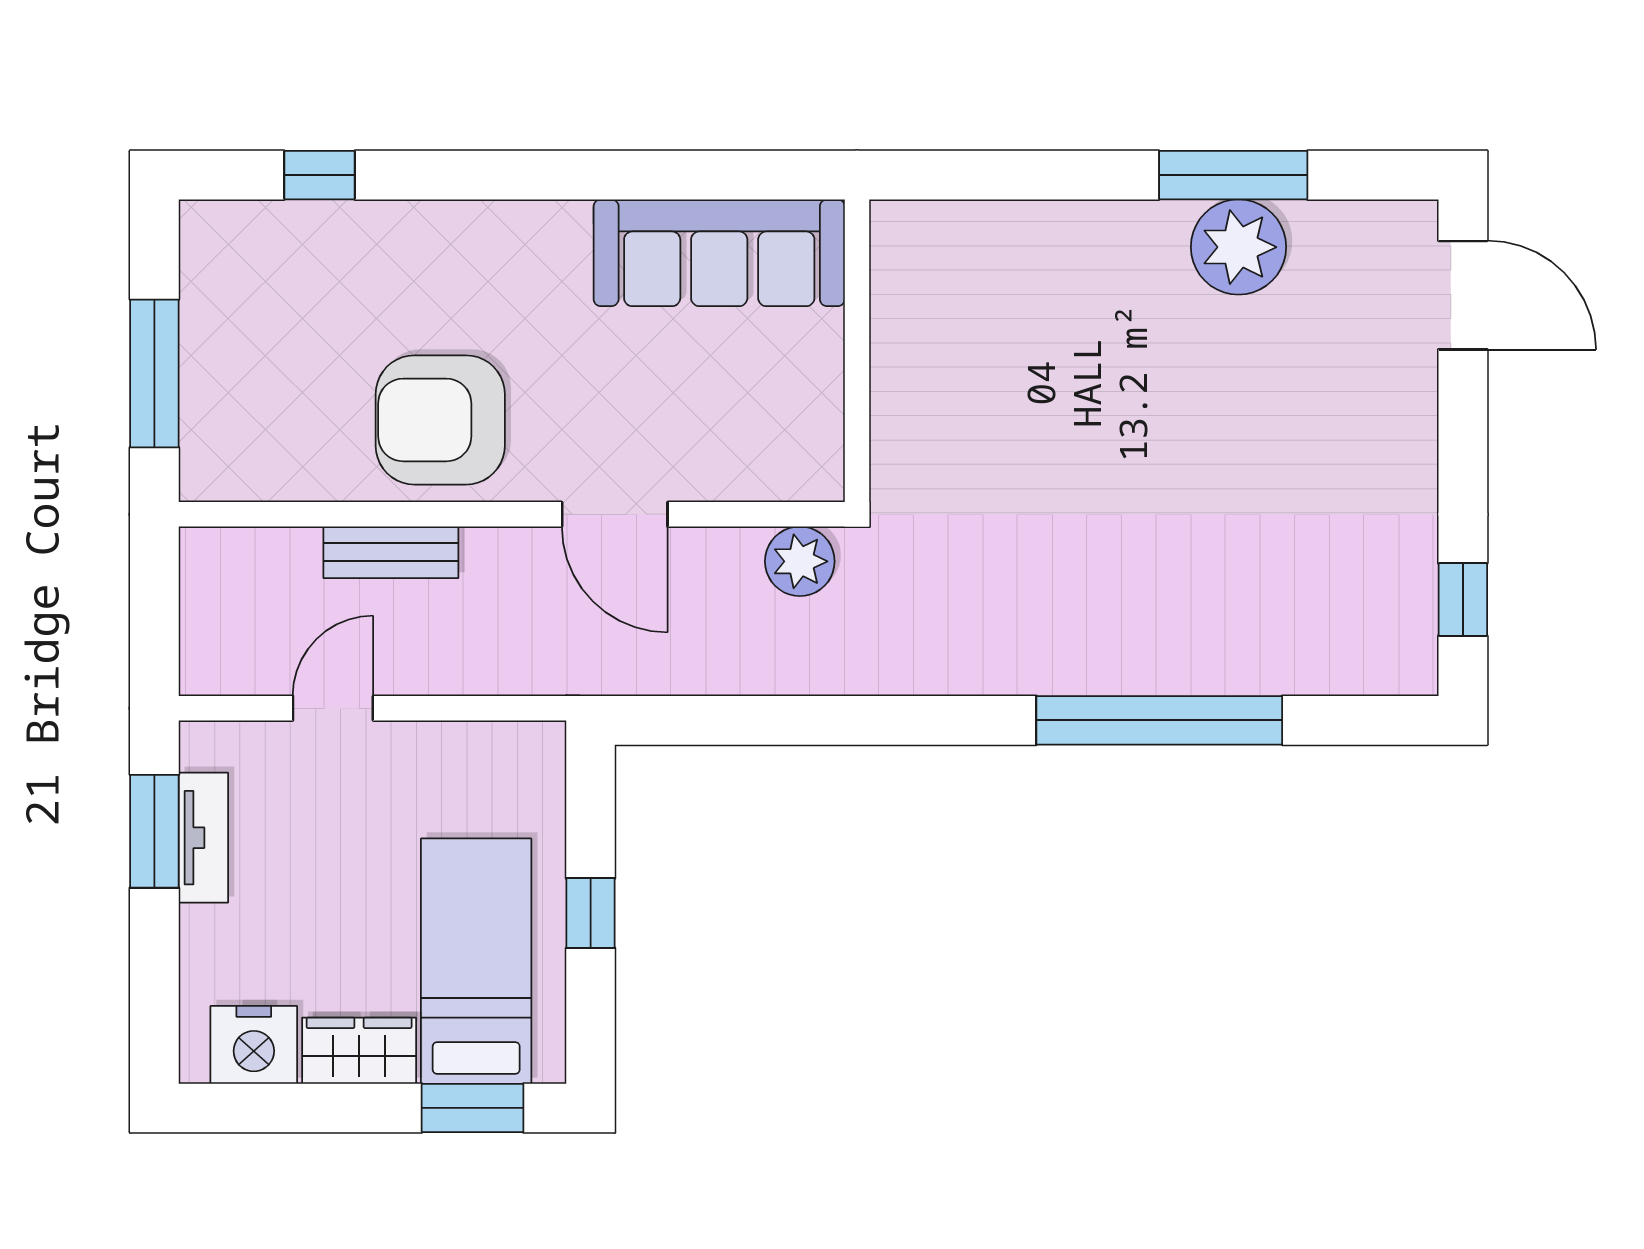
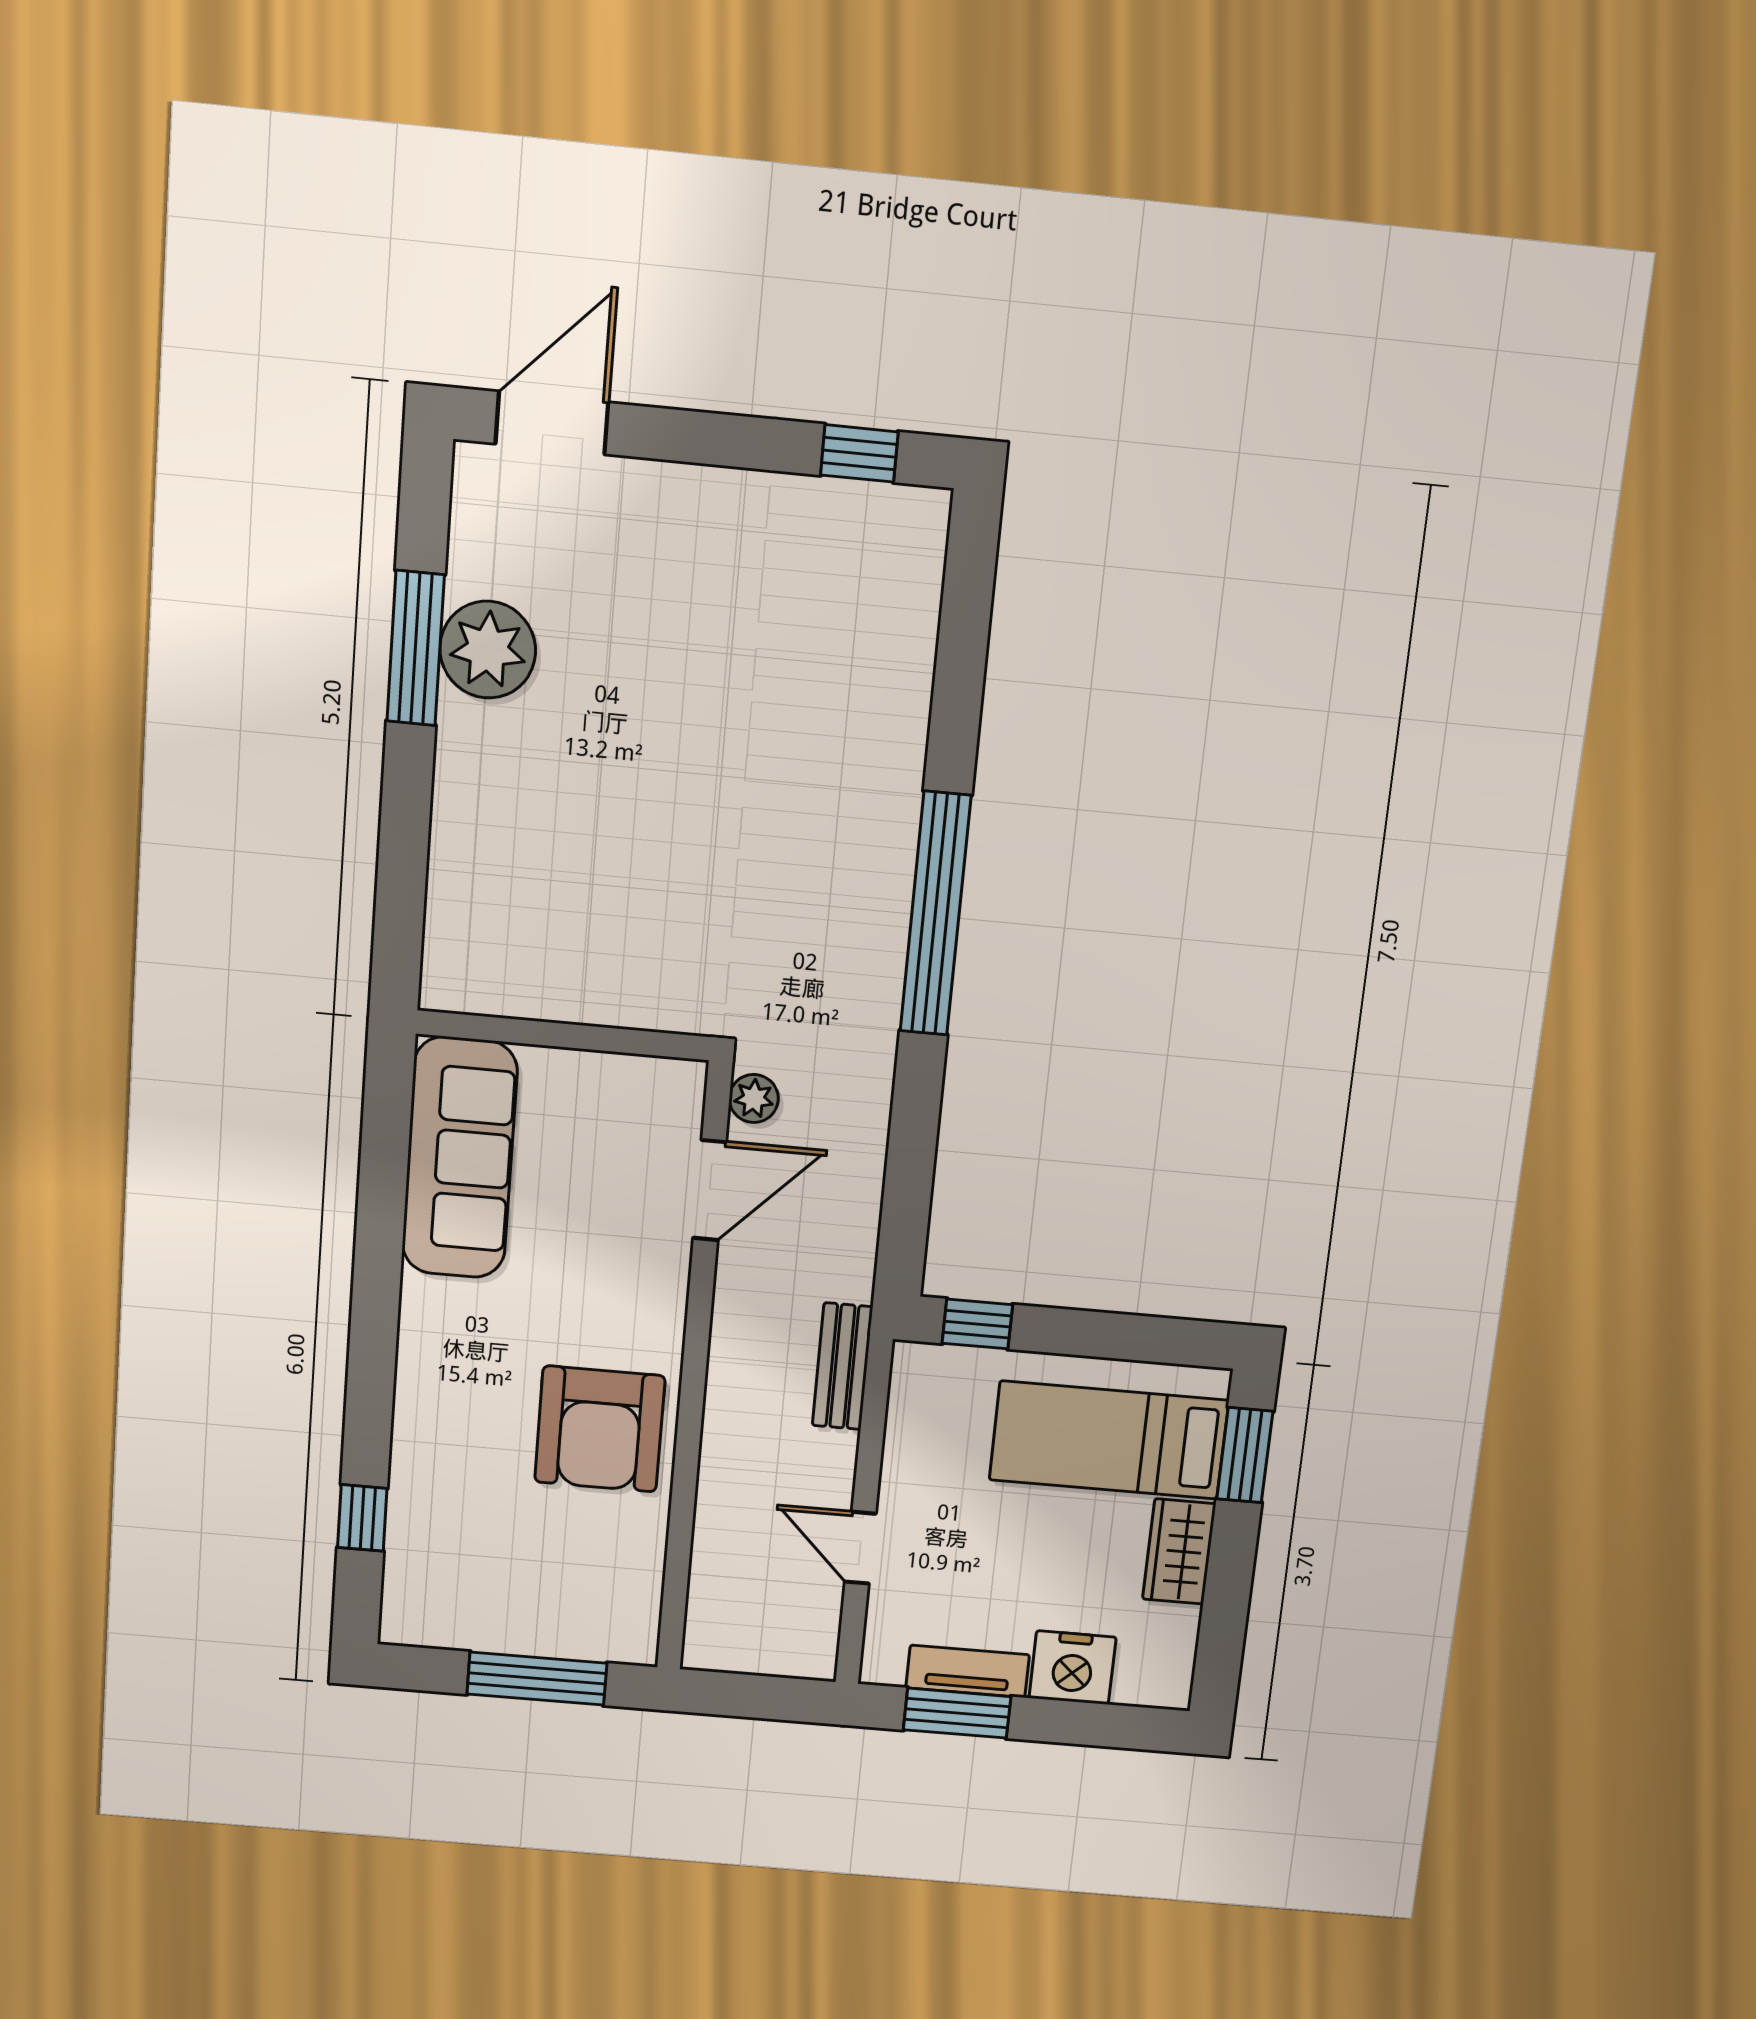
door: (615, 514) -> (710, 1190), moved
bench: (391, 552) -> (842, 1366), moved
plant: (800, 561) -> (754, 1098), width x0.73, depth x0.73
window: (1159, 720) -> (935, 914), moved
window: (591, 913) -> (977, 1324), moved
nightstand: (254, 1045) -> (1073, 1668), moved, turned 90

